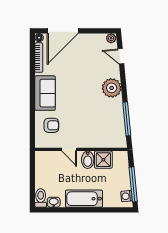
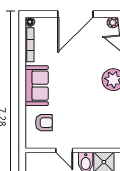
door: (63, 31) -> (75, 14), moved

